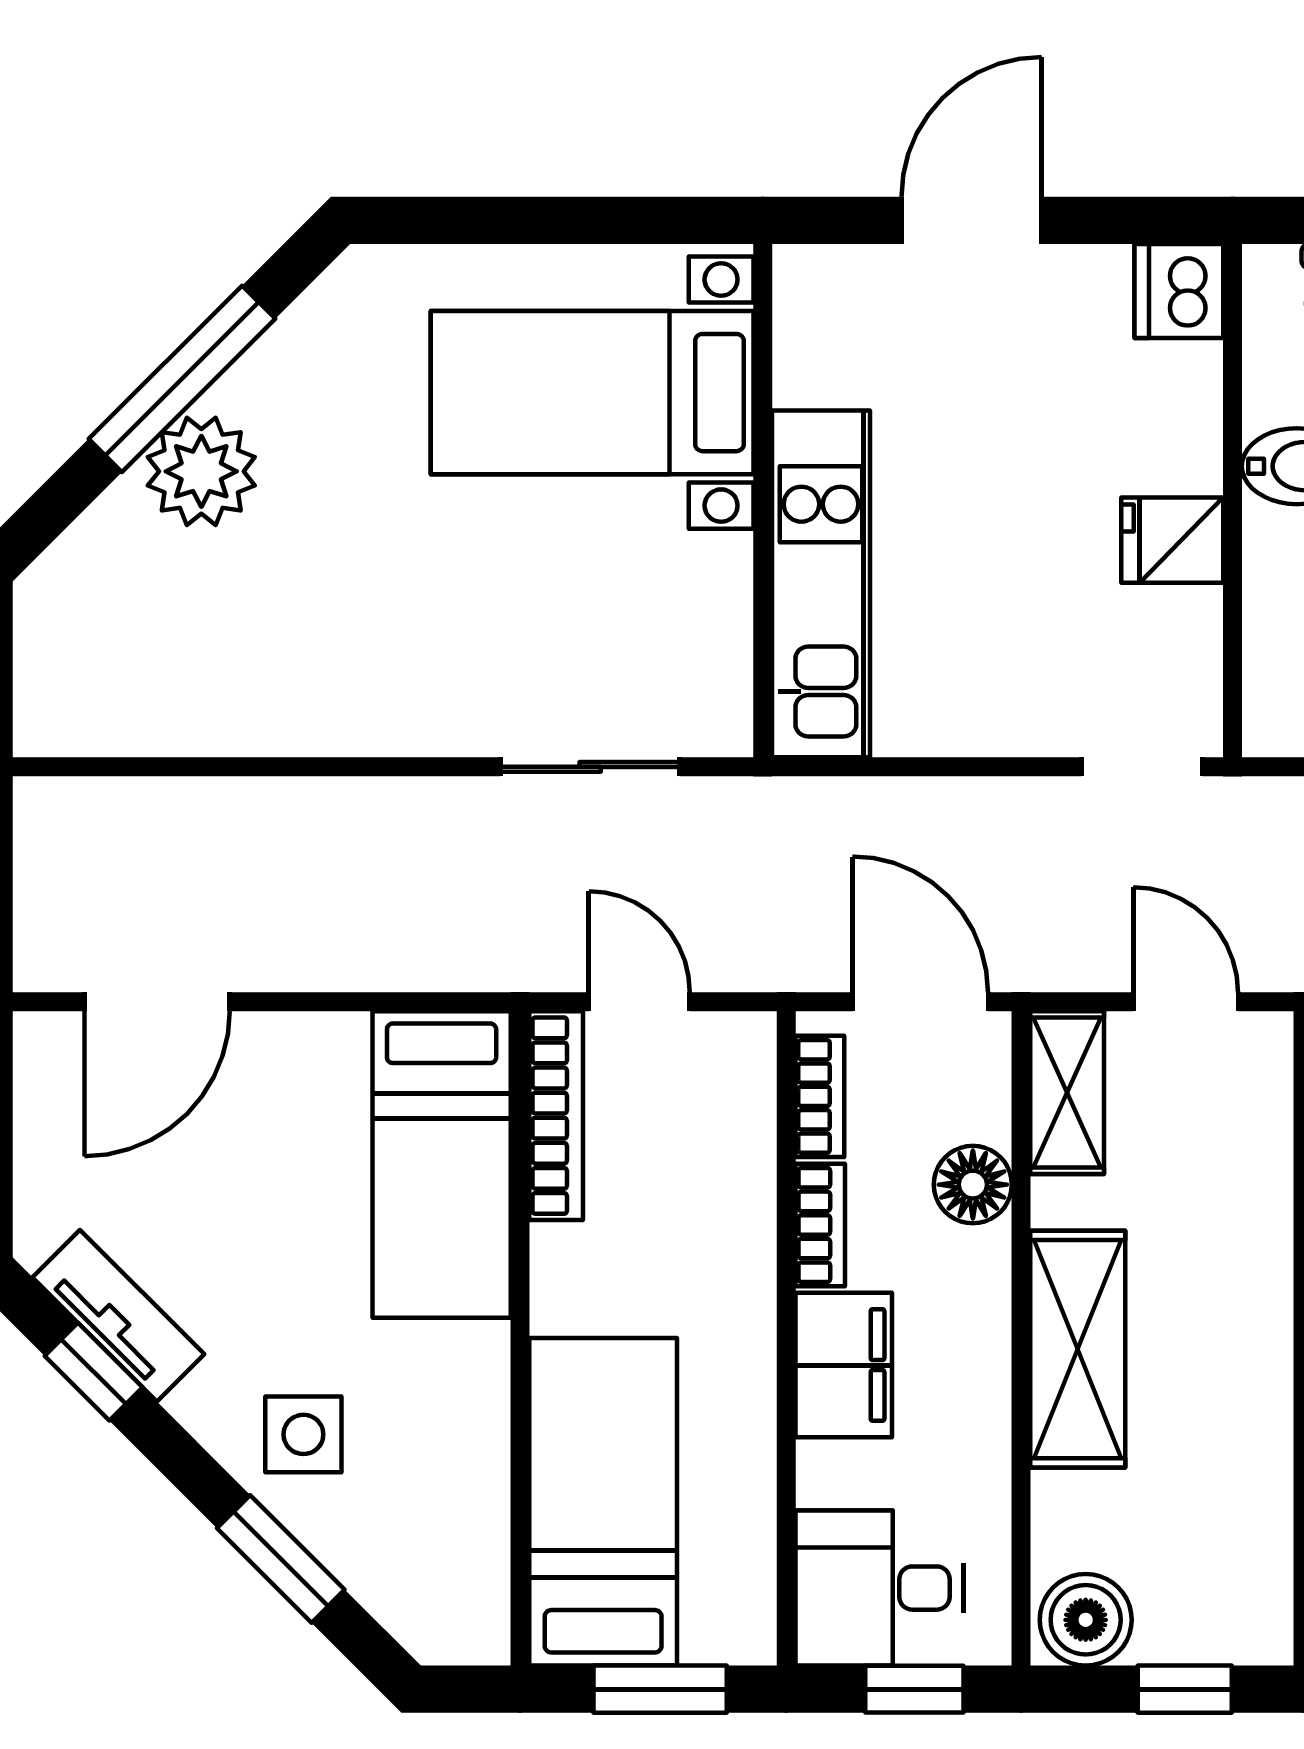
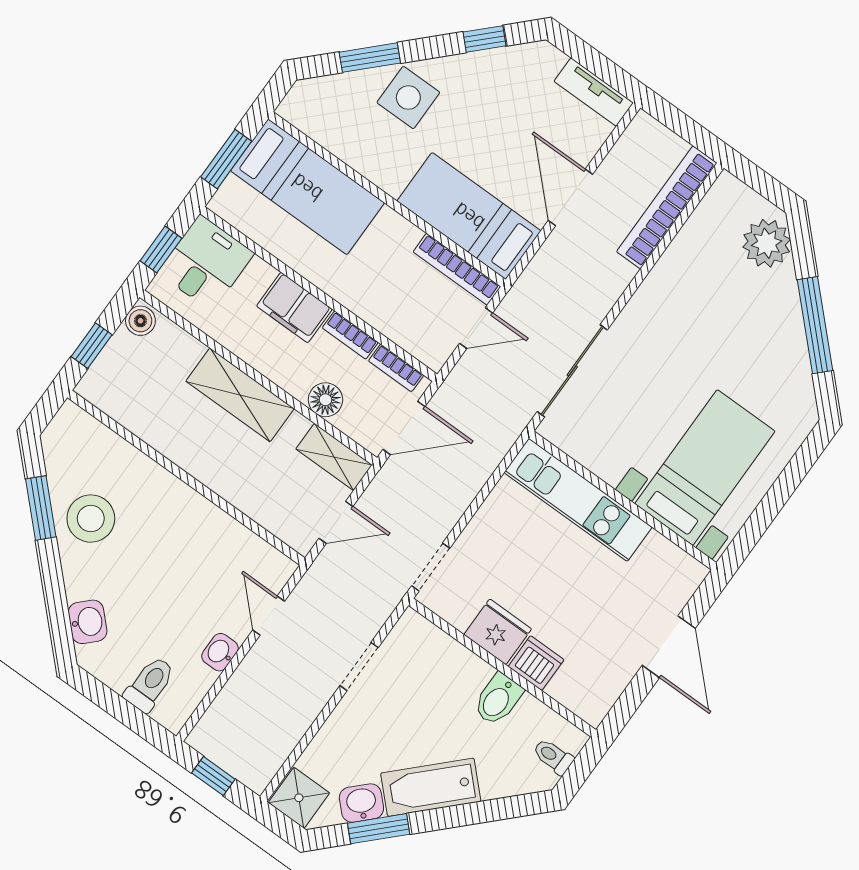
dishwasher: (1179, 291) -> (536, 663), moved
plant: (201, 471) -> (767, 243), moved
fridge: (1172, 540) -> (498, 632), width x1.38
sliding door: (590, 767) -> (572, 371), width x1.37
bookcase: (162, 810) -> (667, 207), added
door: (157, 1002) -> (570, 197), moved
tv unit: (118, 1316) -> (594, 92), moved, turned 45
side table: (303, 1434) -> (408, 98), width x1.37, depth x1.37
boiler: (1086, 1620) -> (140, 321), width x0.73, depth x0.73

